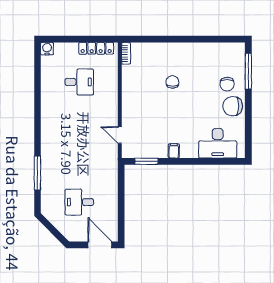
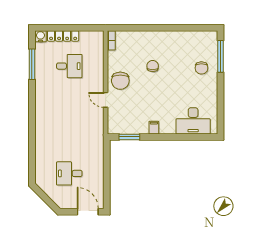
locker: (96, 48) -> (63, 36), moved
chair: (233, 106) -> (120, 81), moved, turned -90
door: (120, 135) -> (106, 100), moved
window: (37, 173) -> (32, 64), moved

